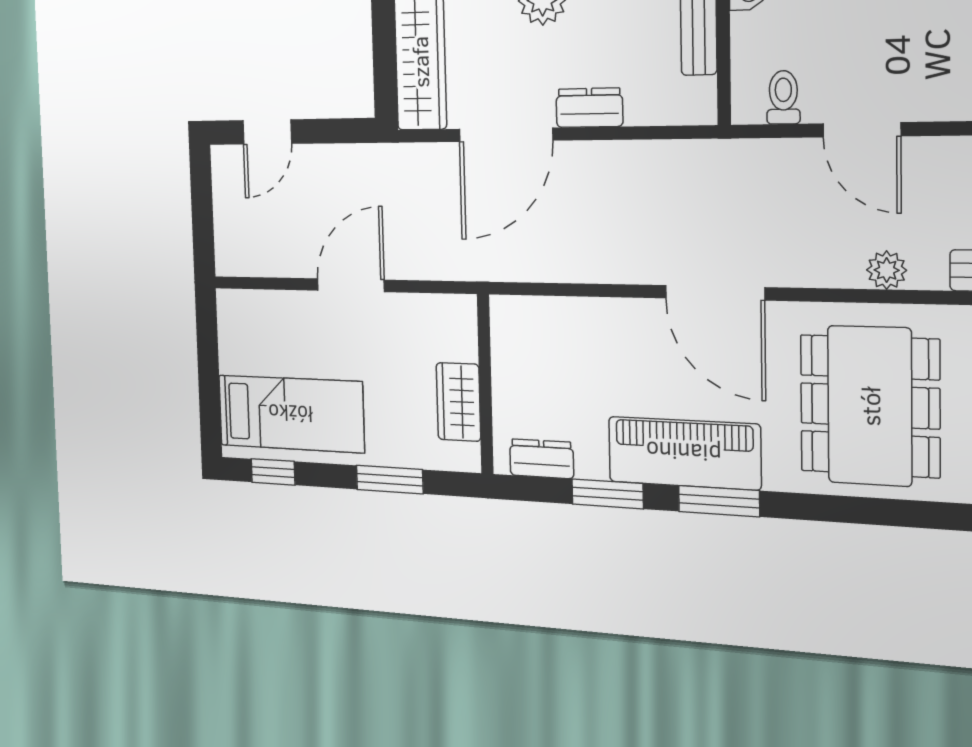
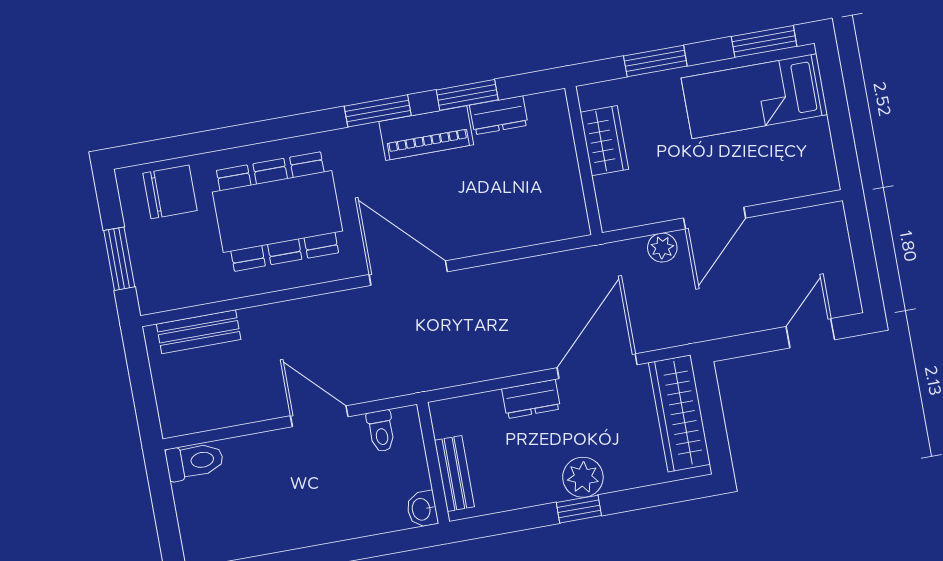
plant: (887, 270) -> (662, 248), moved
dining table: (870, 406) -> (277, 212), turned 90
piano: (684, 453) -> (426, 133), width x0.73, depth x0.75
dresser: (542, 459) -> (499, 115), moved
window: (273, 472) -> (764, 41), width x1.50

